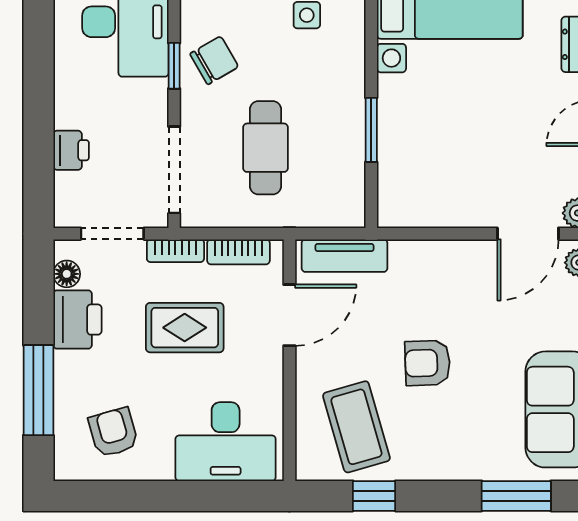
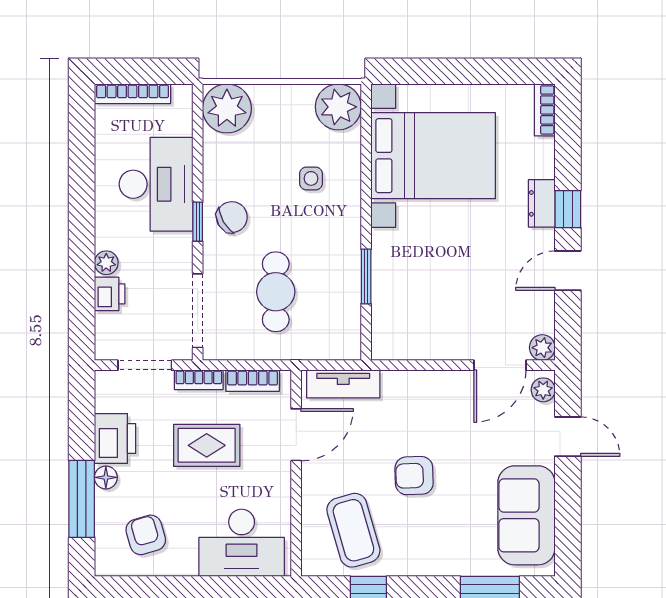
plant: (67, 114) -> (106, 263), added
floor lamp: (67, 274) -> (106, 477), moved

